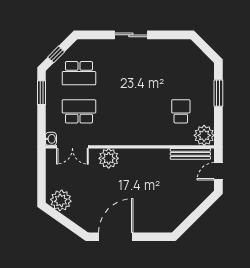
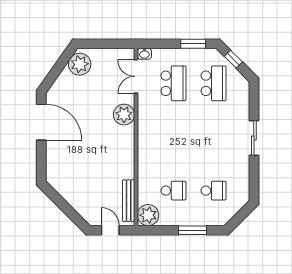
school desk: (79, 73) -> (214, 83), turned 180
school desk: (181, 73) -> (214, 191), added

